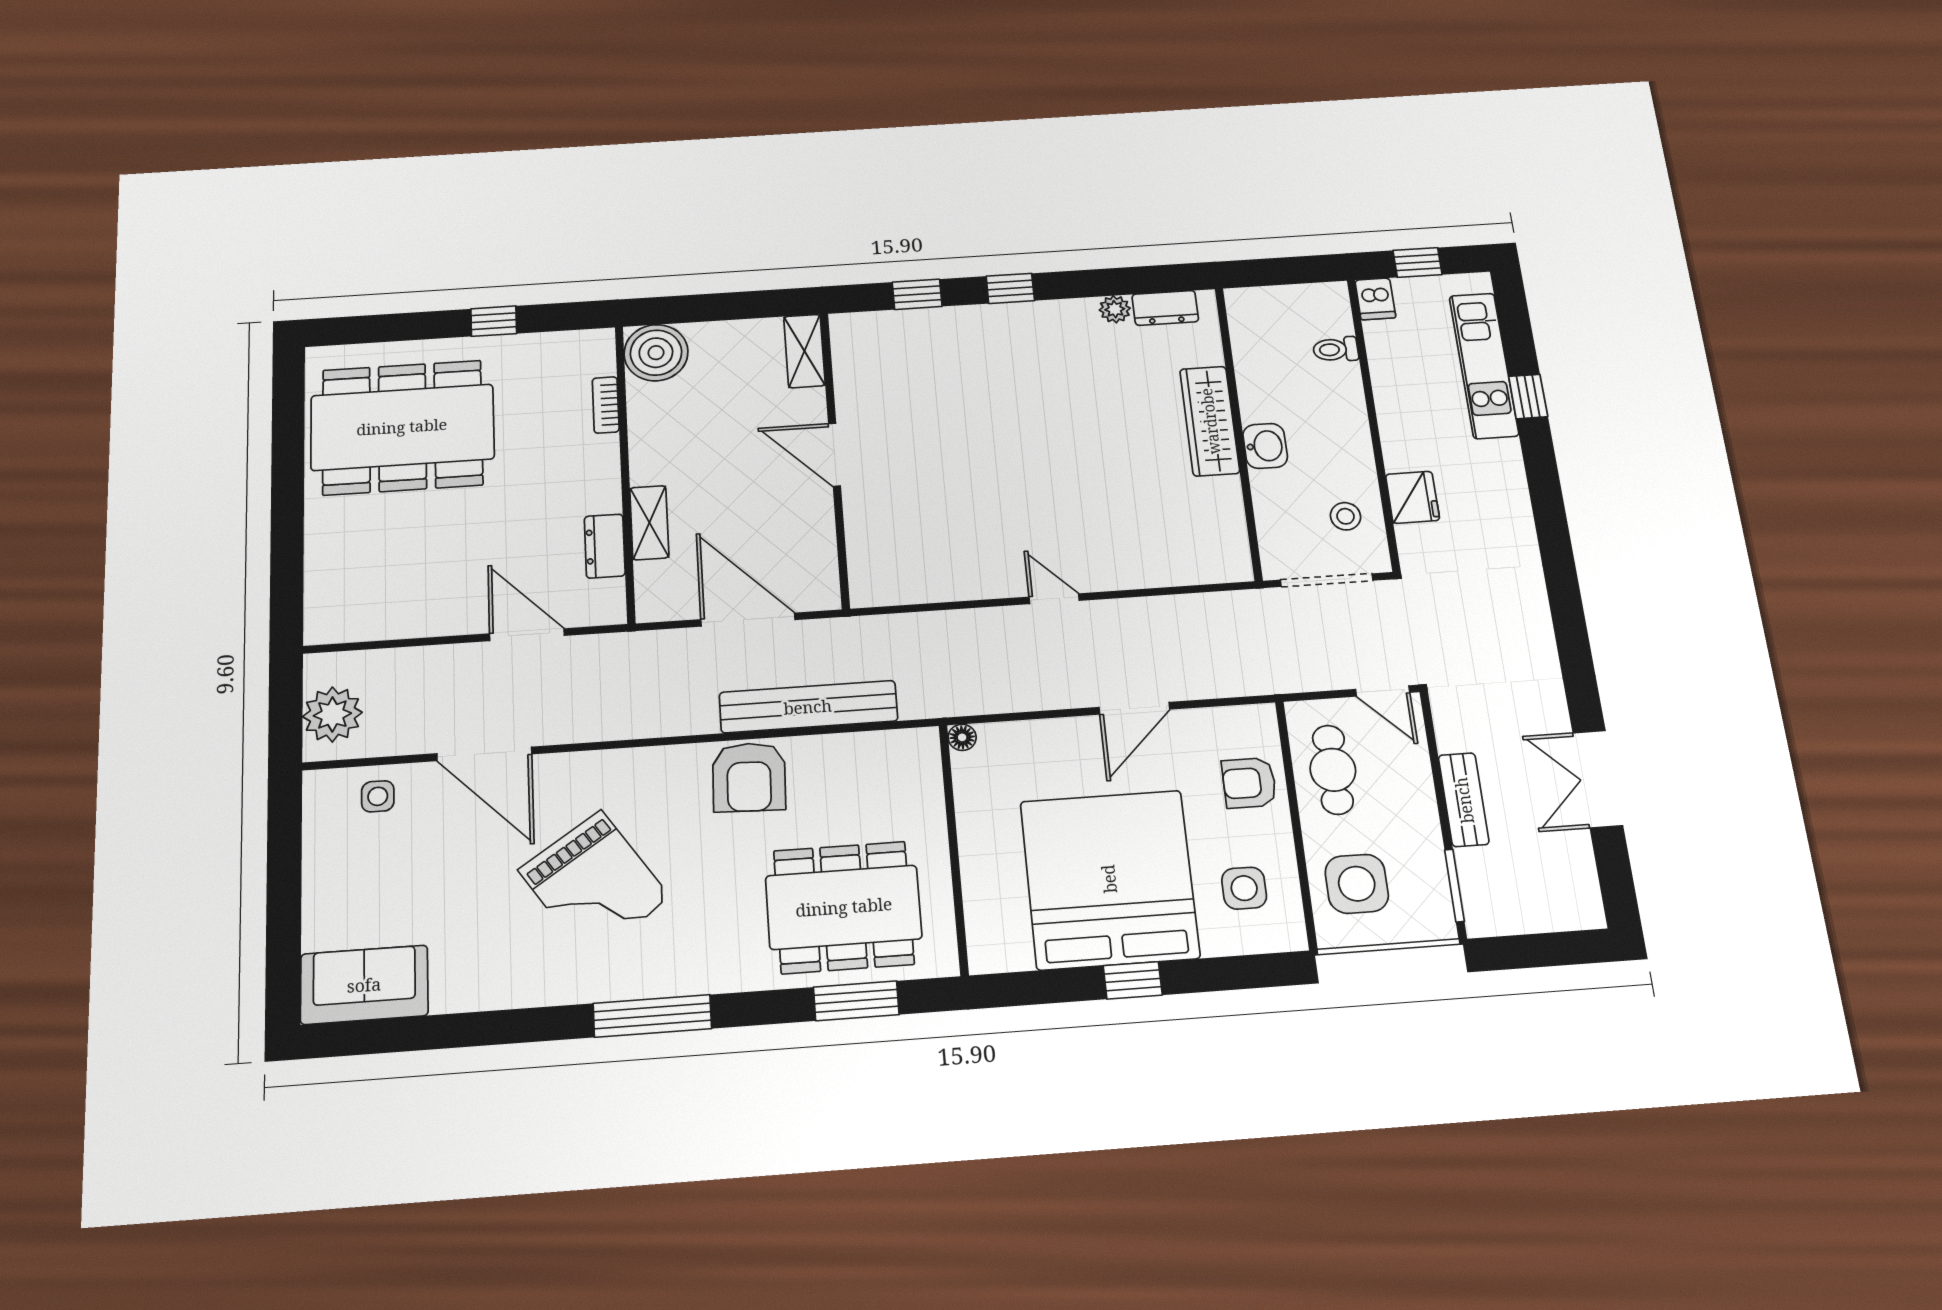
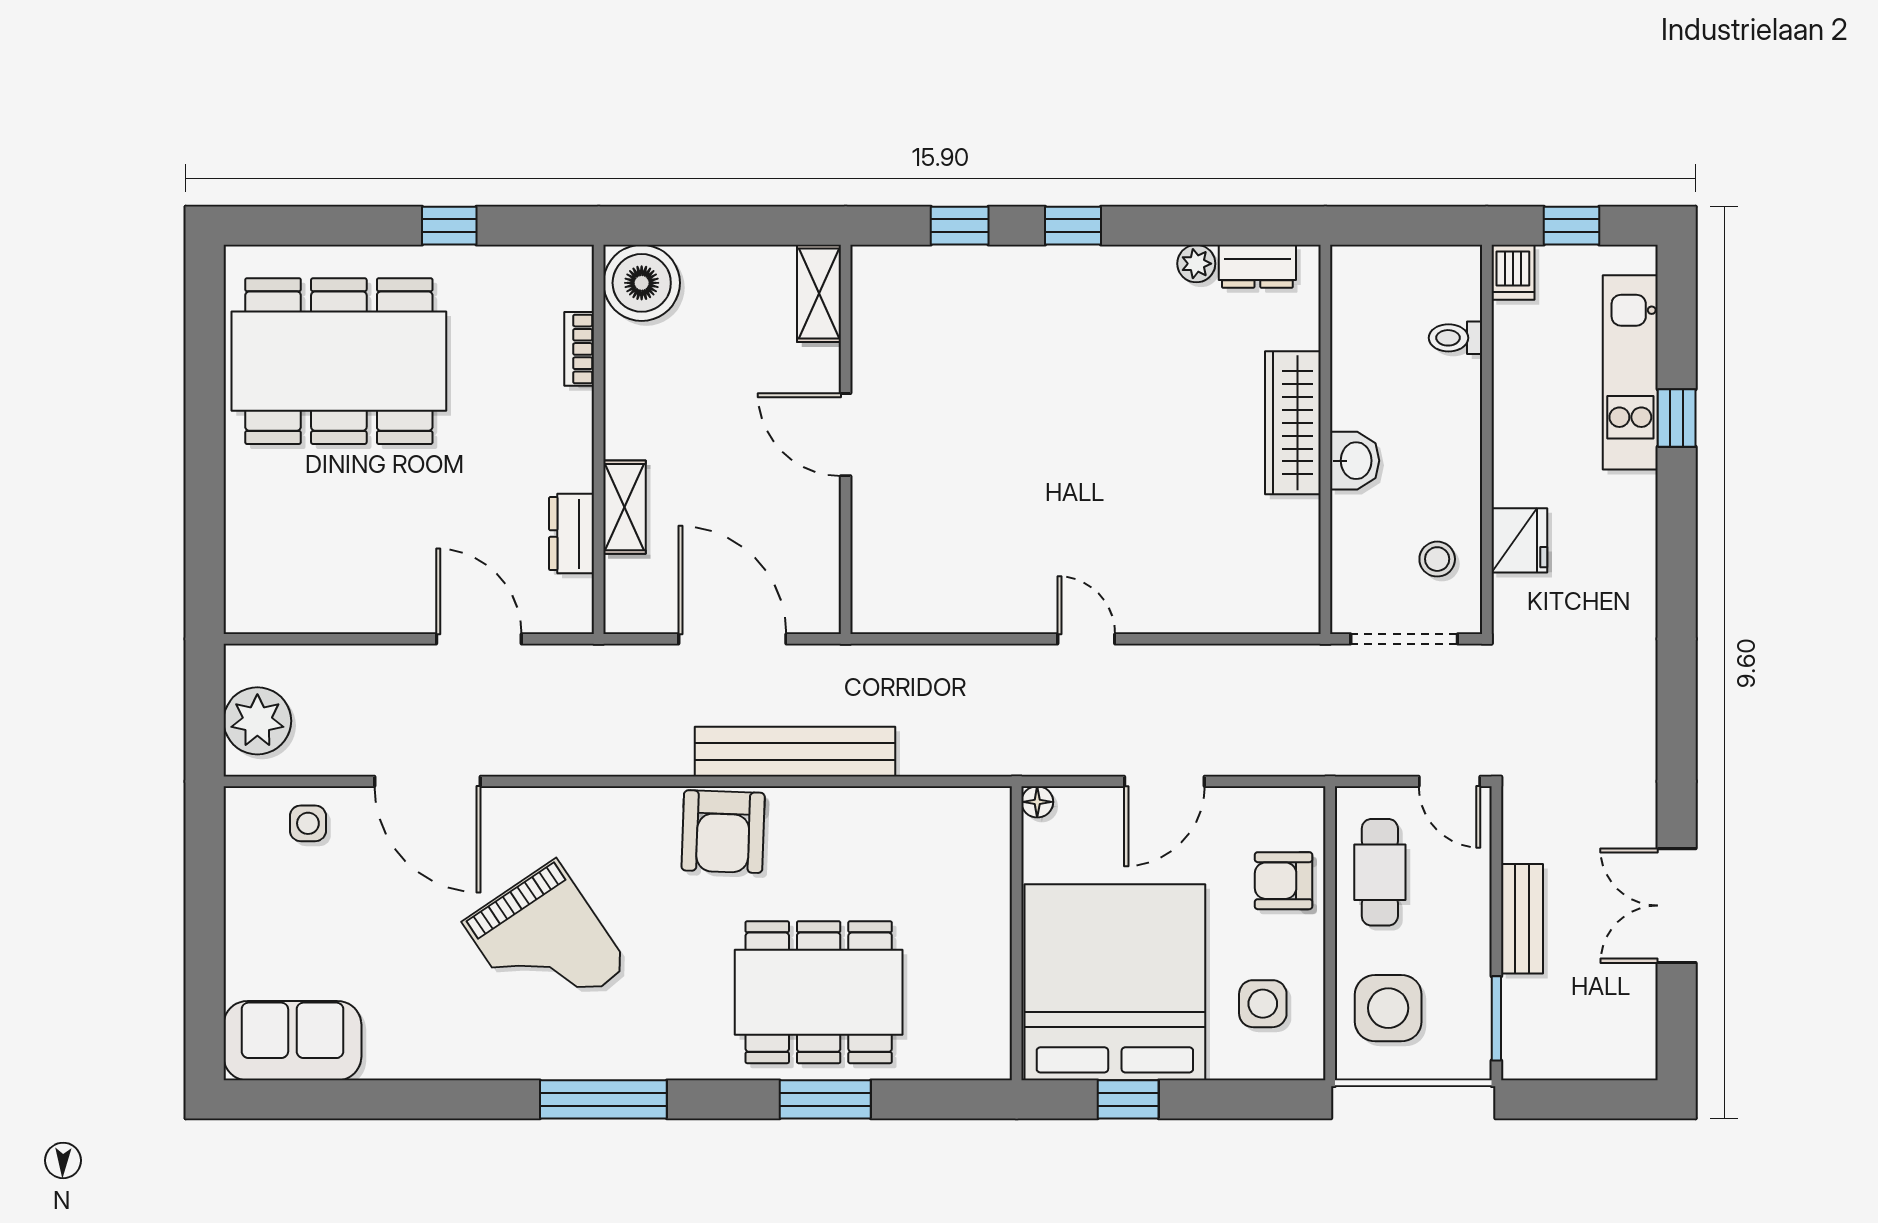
floor lamp: (962, 737) -> (1037, 802), moved
wall: (954, 849) -> (1017, 933), moved

